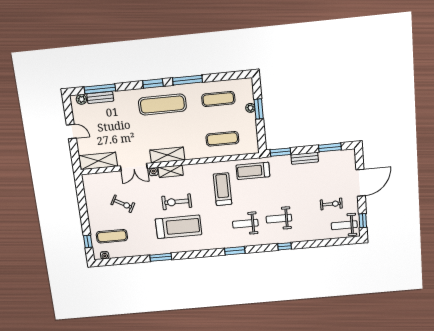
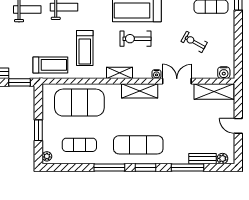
window: (100, 89) -> (187, 167), moved
plant: (250, 108) -> (47, 156), moved
exercise mat: (222, 139) -> (79, 103), width x2.00, depth x1.45
shelving: (171, 171) -> (120, 73), moved
water cooler: (92, 179) -> (224, 73), added
exercise bike: (177, 202) -> (136, 39), turned 180

